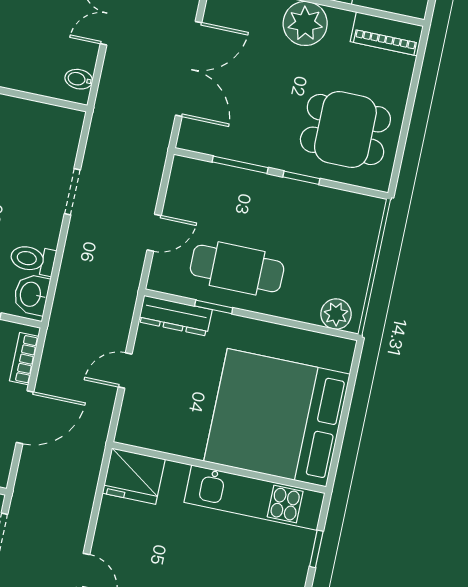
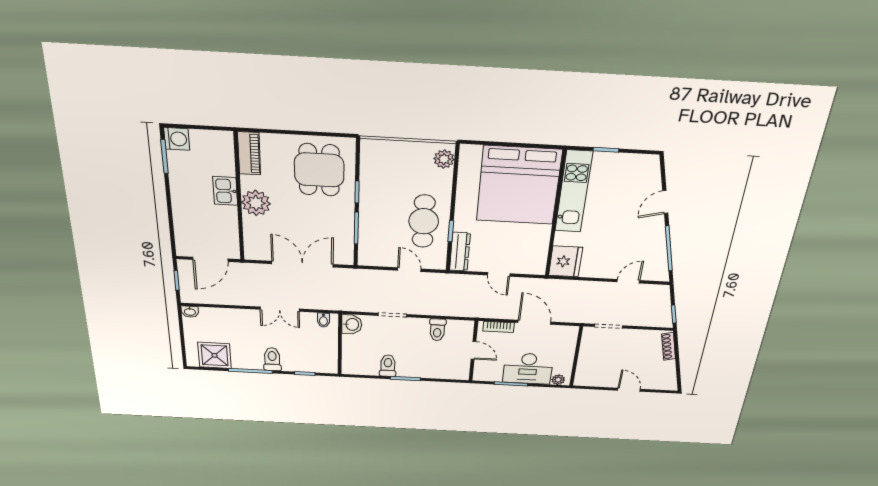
washbasin: (31, 294) -> (352, 324), moved, turned -90

